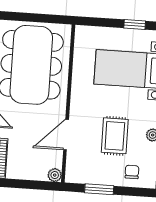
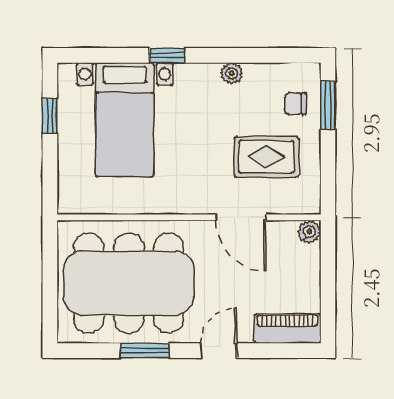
rug: (115, 136) -> (266, 157), moved
window: (99, 189) -> (328, 105), moved

